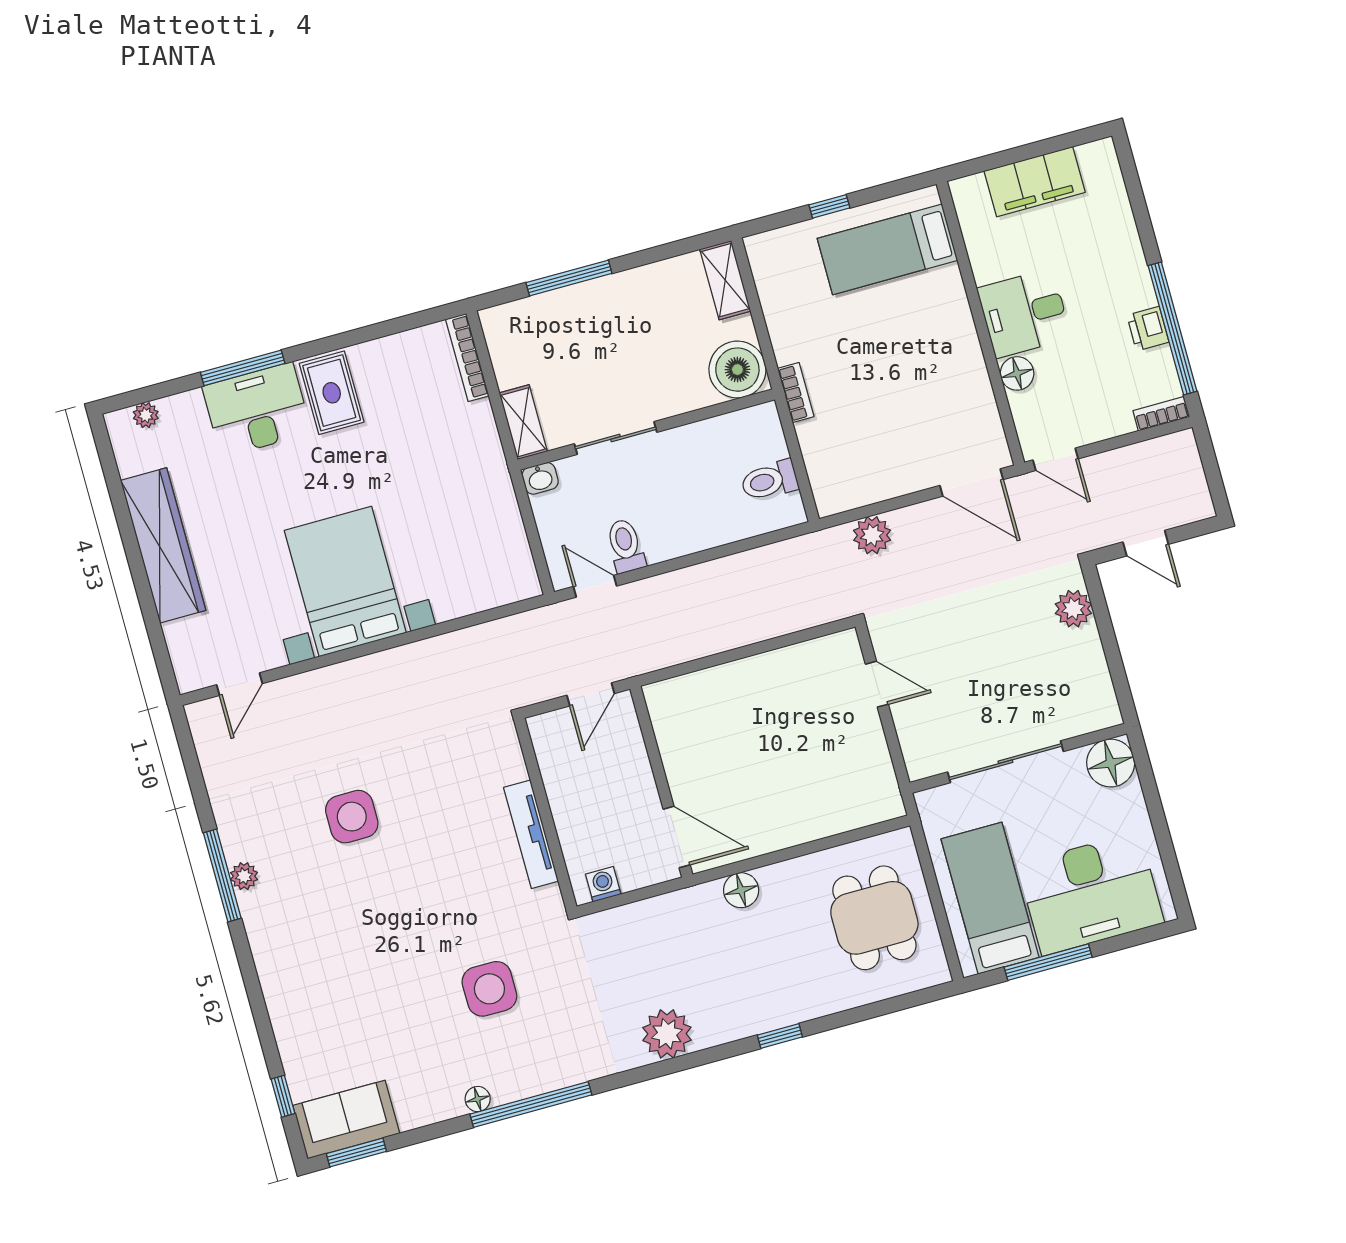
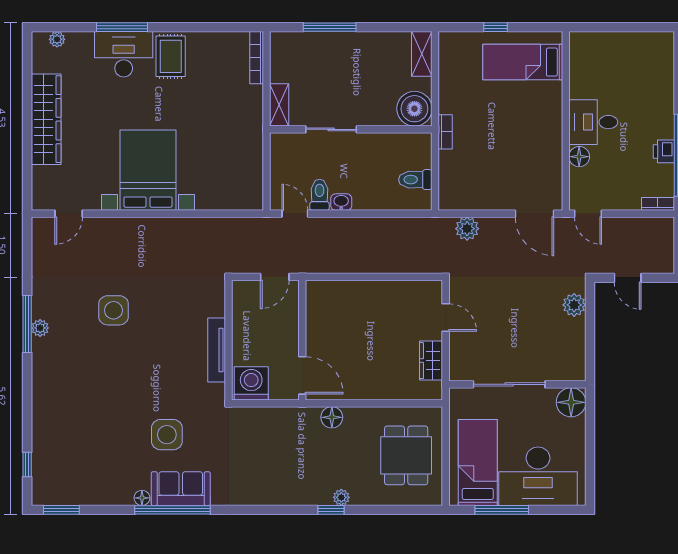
filing cabinet: (1035, 182) -> (621, 46), removed
washbasin: (540, 478) -> (341, 202), moved, turned 180
wardrobe: (873, 758) -> (431, 361), added
washing machine: (603, 884) -> (251, 383), width x1.89, depth x1.89
plant: (667, 1034) -> (341, 497), moved, width x0.53, depth x0.53
sofa: (346, 1119) -> (181, 489), moved

